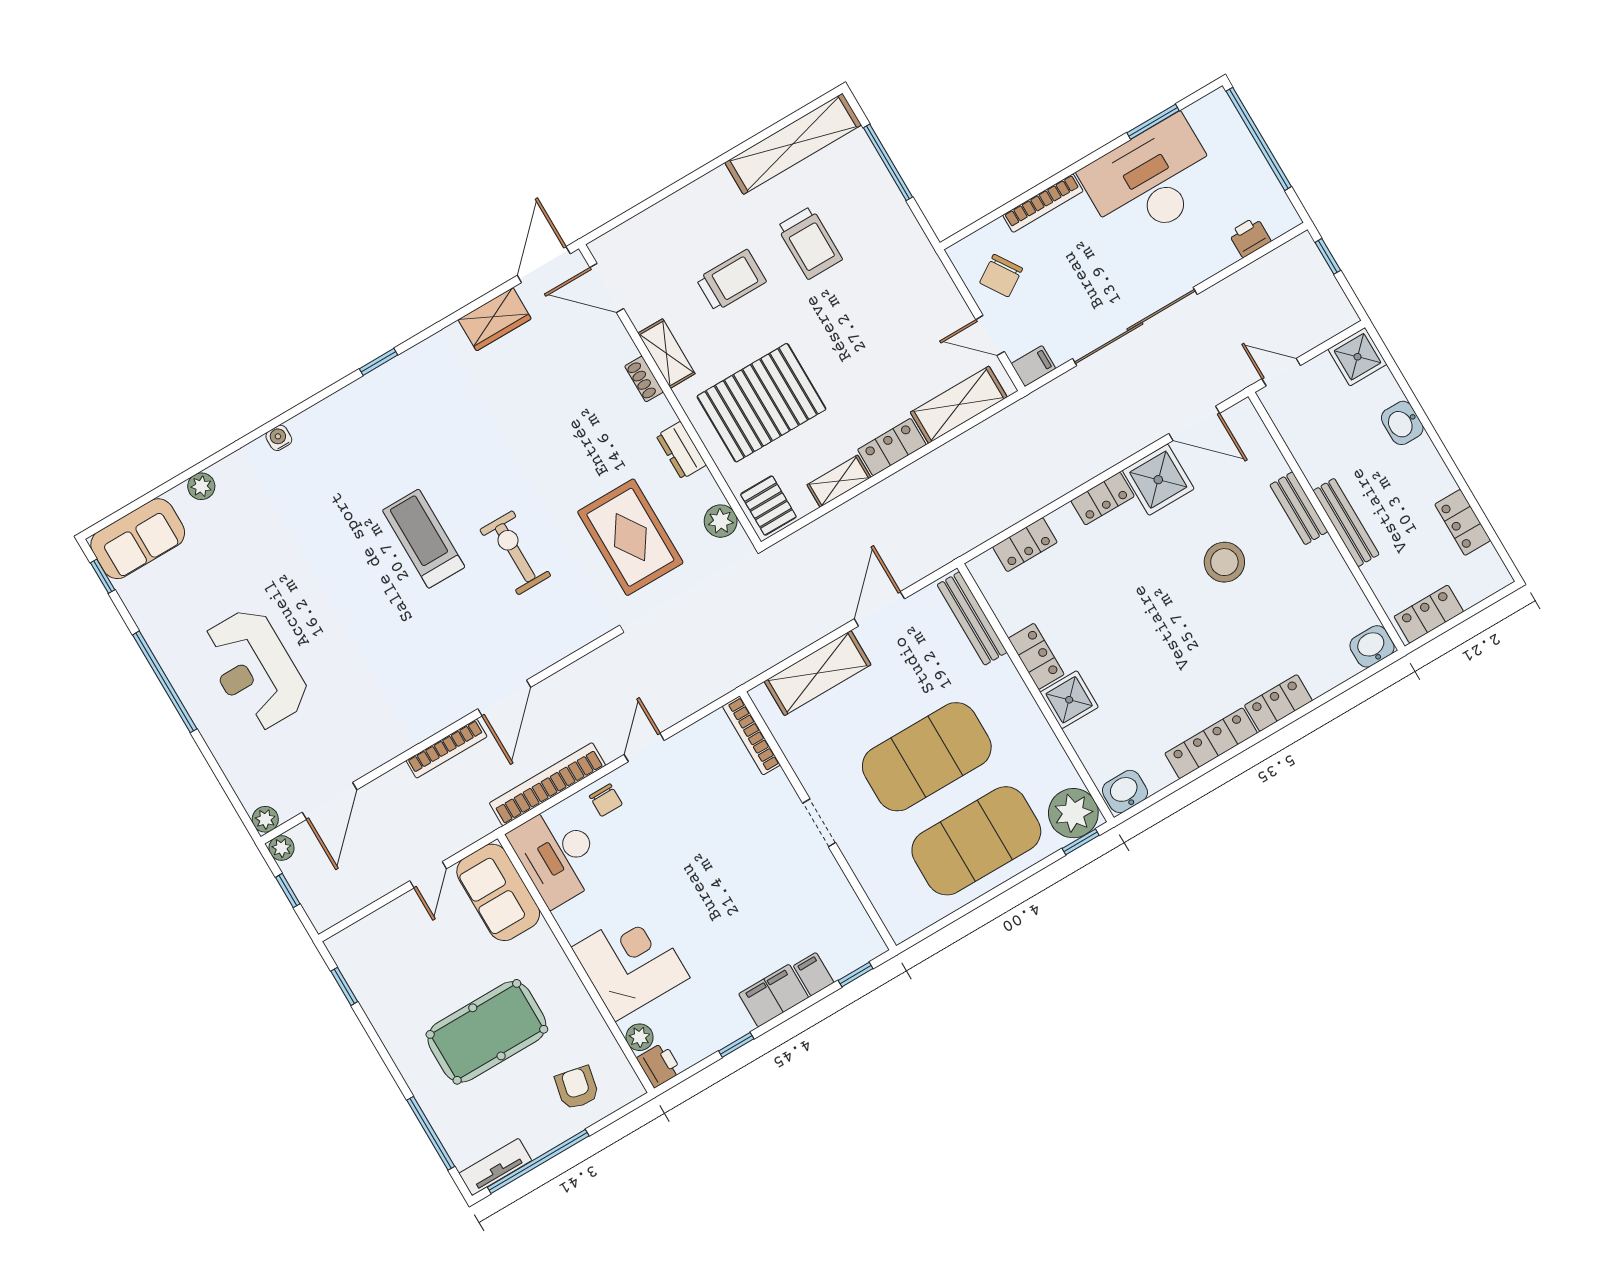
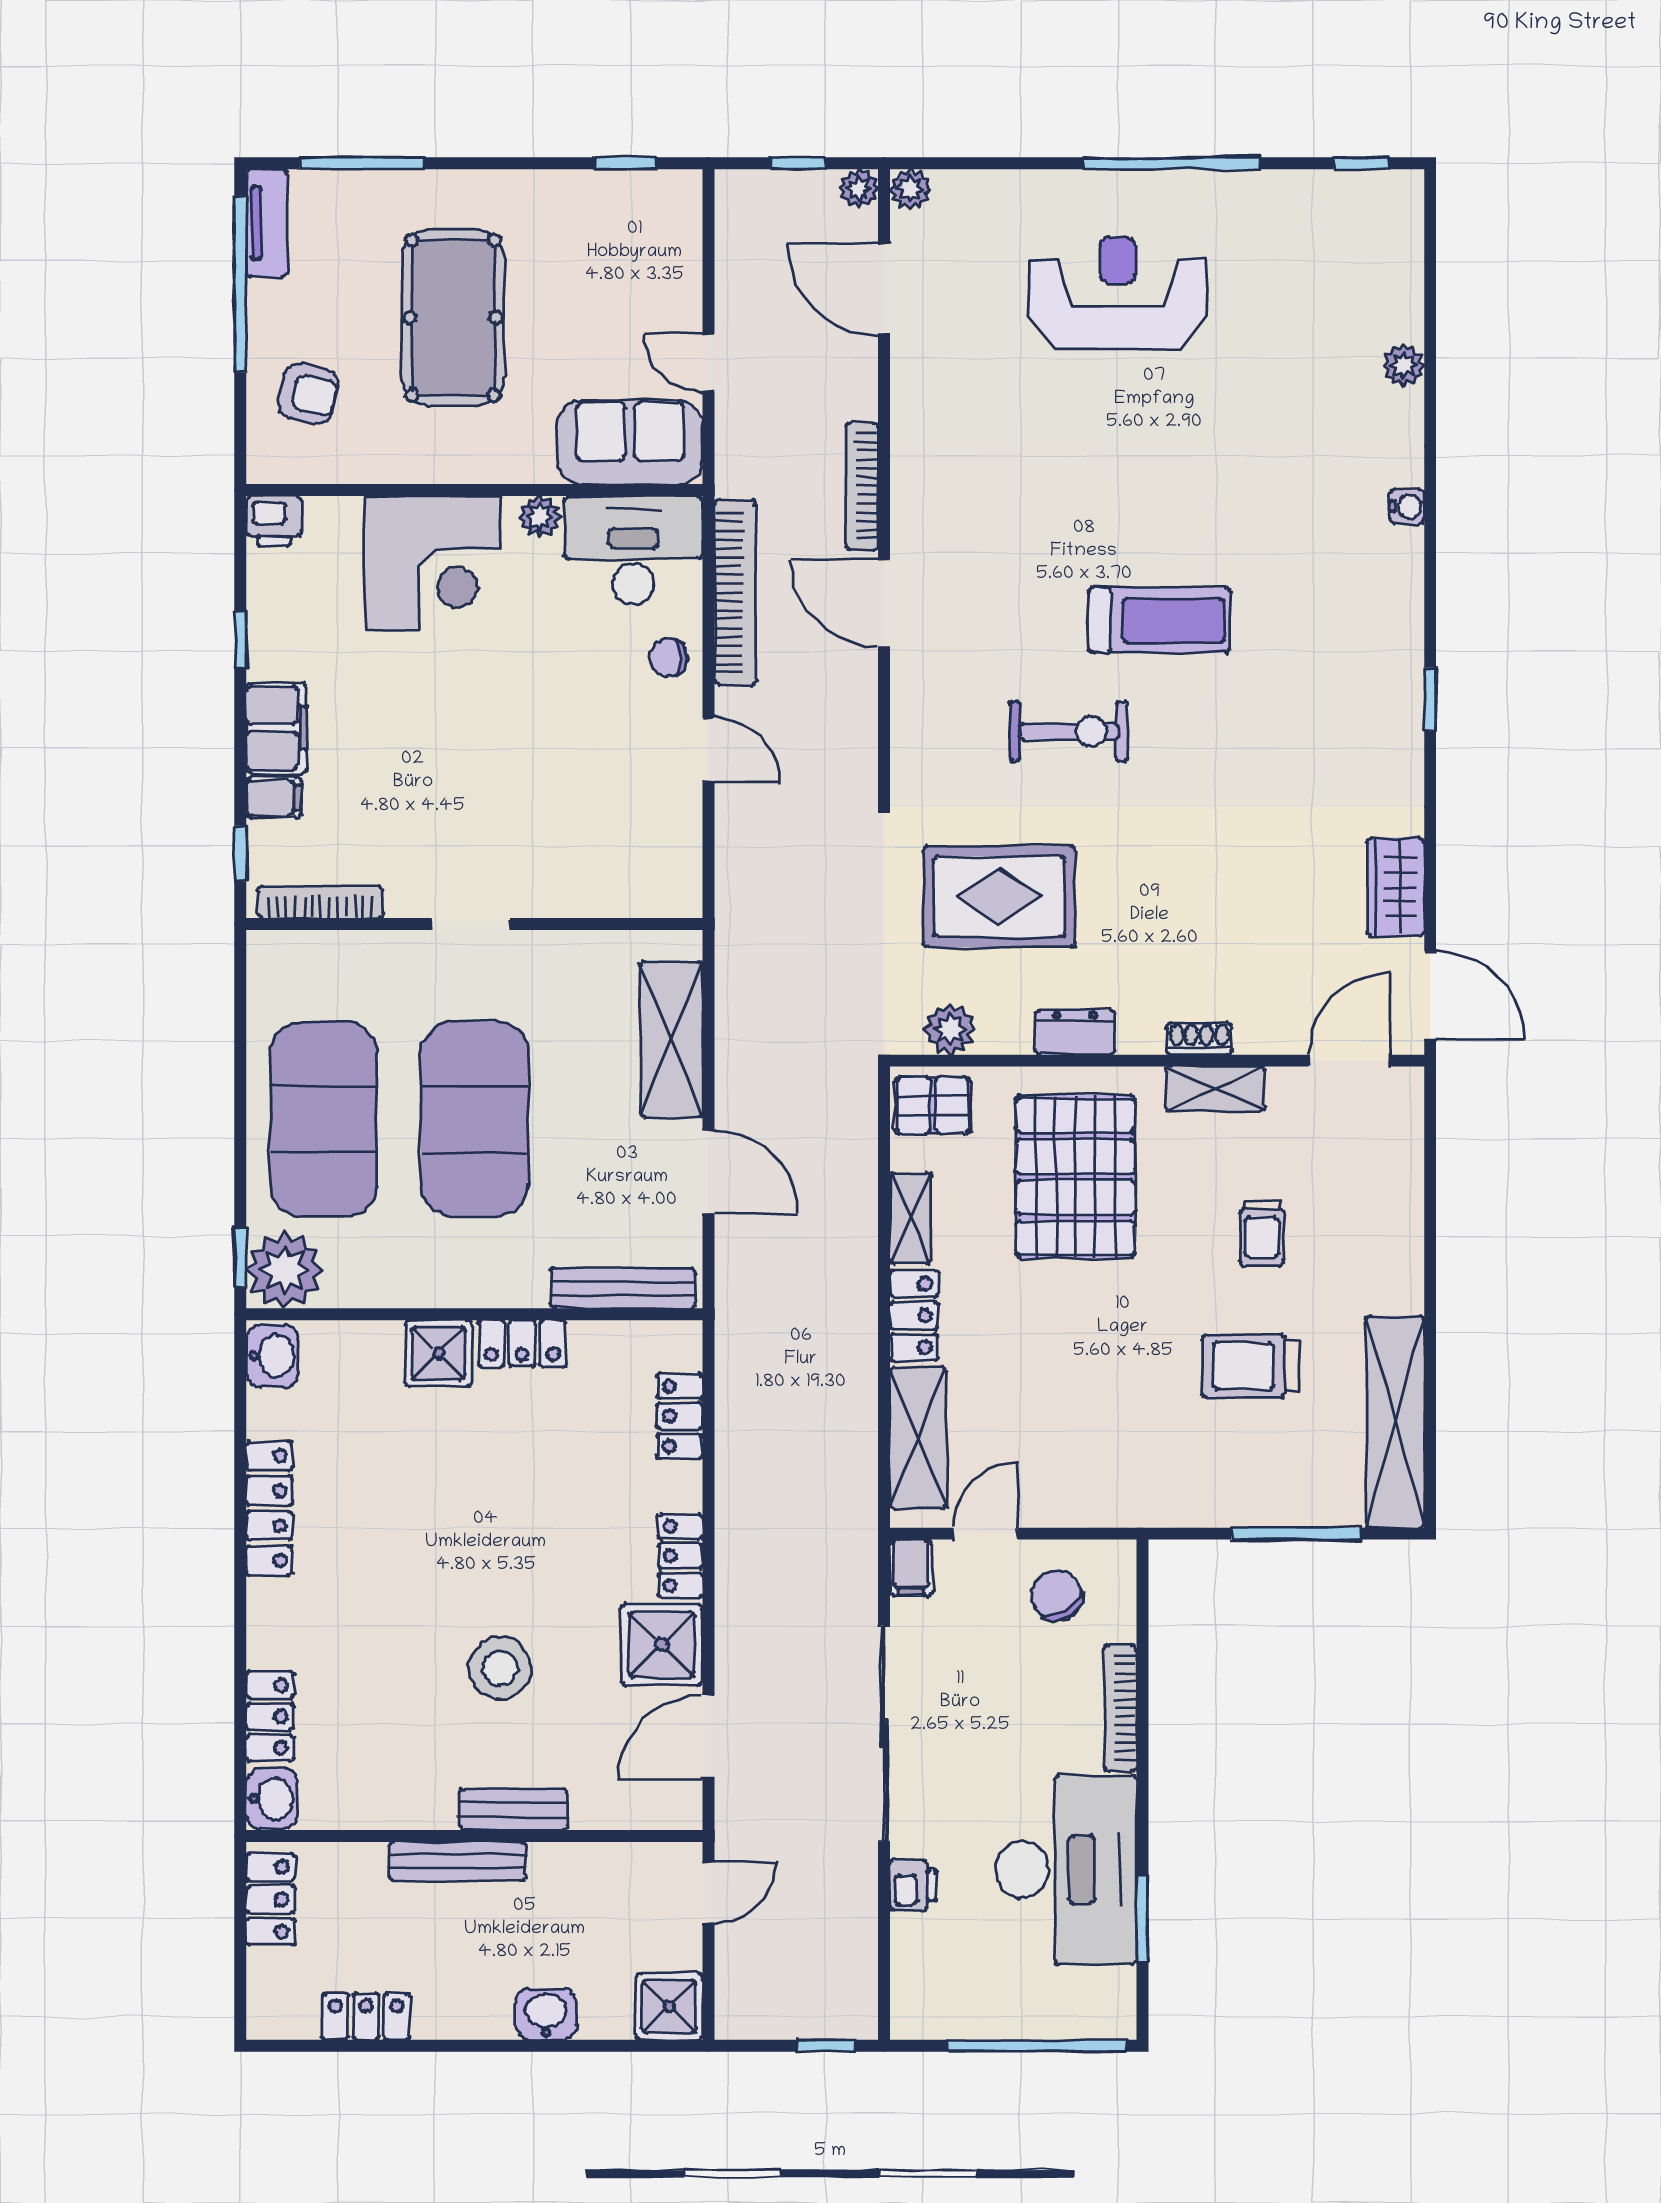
printer: (1250, 237) -> (913, 1885), moved
trolley: (731, 280) -> (1262, 1233), width x0.73, depth x0.72
sofa: (138, 539) -> (1384, 240), removed
locker: (1278, 703) -> (270, 1716), moved
bookcase: (751, 735) -> (321, 902), moved
plant: (640, 1037) -> (539, 517), moved

